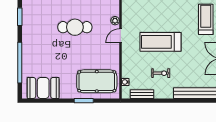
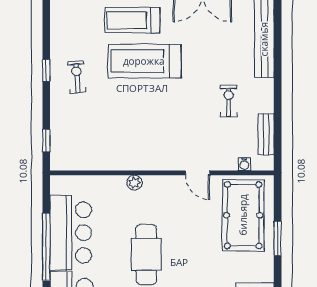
door: (120, 36) -> (198, 173), moved
treadmill: (160, 42) -> (144, 61), moved, turned 90

